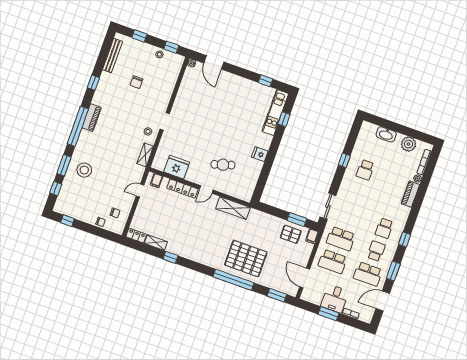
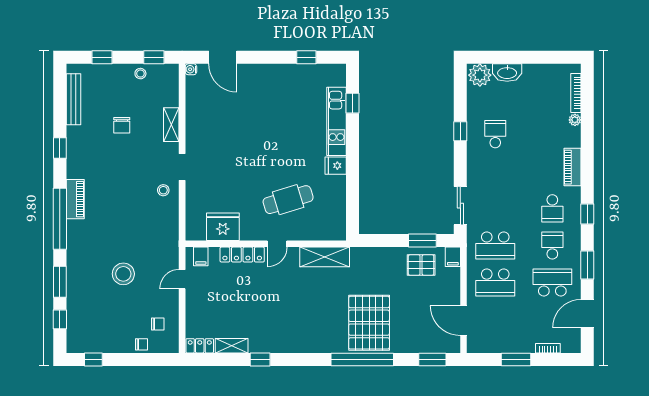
kitchen unit: (275, 112) -> (336, 121), moved
plant: (409, 144) -> (480, 75), moved
shelving: (145, 155) -> (171, 125), moved
cafe table: (223, 165) -> (288, 200), width x1.37, depth x1.35
stool: (84, 170) -> (123, 274), moved
school desk: (365, 170) -> (495, 134), turned 180
piano: (410, 194) -> (572, 167), moved
pallet: (246, 259) -> (369, 323), turned 90
school desk: (368, 274) -> (552, 283), turned 180
desk: (335, 299) -> (517, 335), removed

